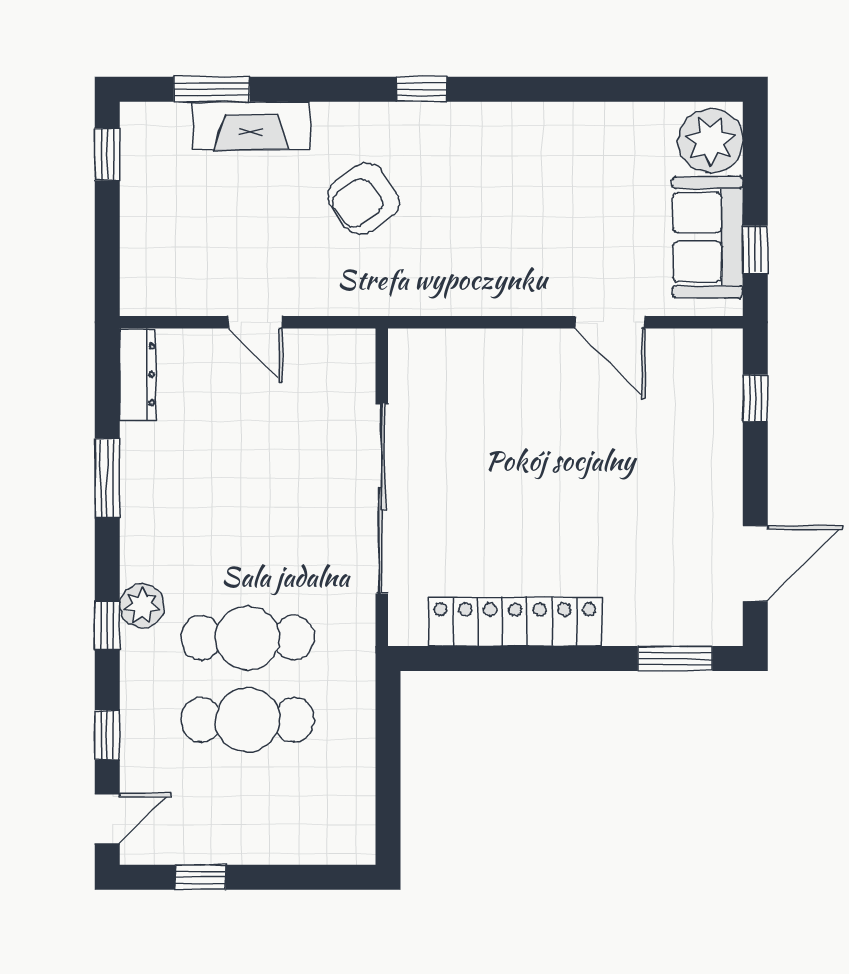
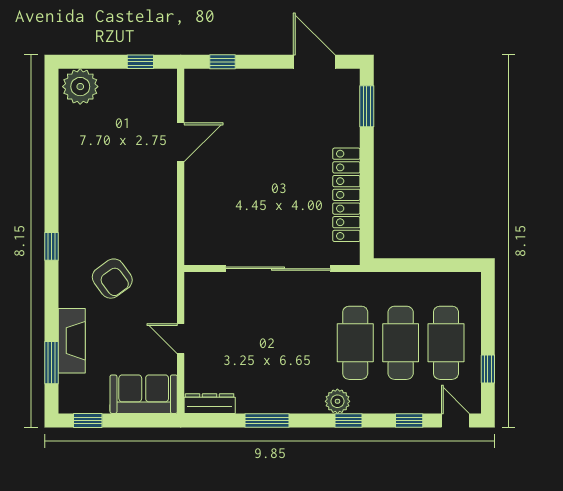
sofa: (708, 237) -> (144, 394), moved, turned 180
door: (255, 322) -> (181, 339), swing flipped
cafe table: (248, 802) -> (446, 343), added

